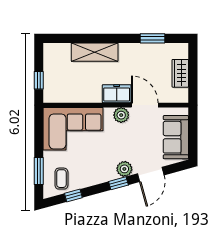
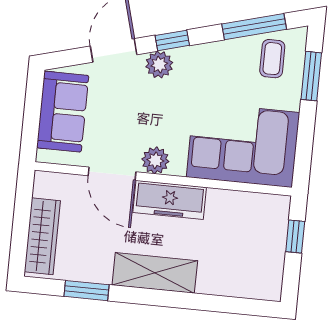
shelving: (95, 52) -> (155, 273), moved
wardrobe: (180, 73) -> (42, 236), width x1.50
freezer: (117, 94) -> (170, 200), width x1.40
window: (73, 195) -> (254, 27), width x2.17

